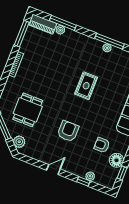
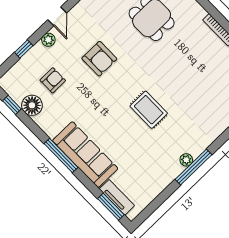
armchair: (102, 145) -> (53, 80), moved
plant: (90, 176) -> (48, 40), moved

